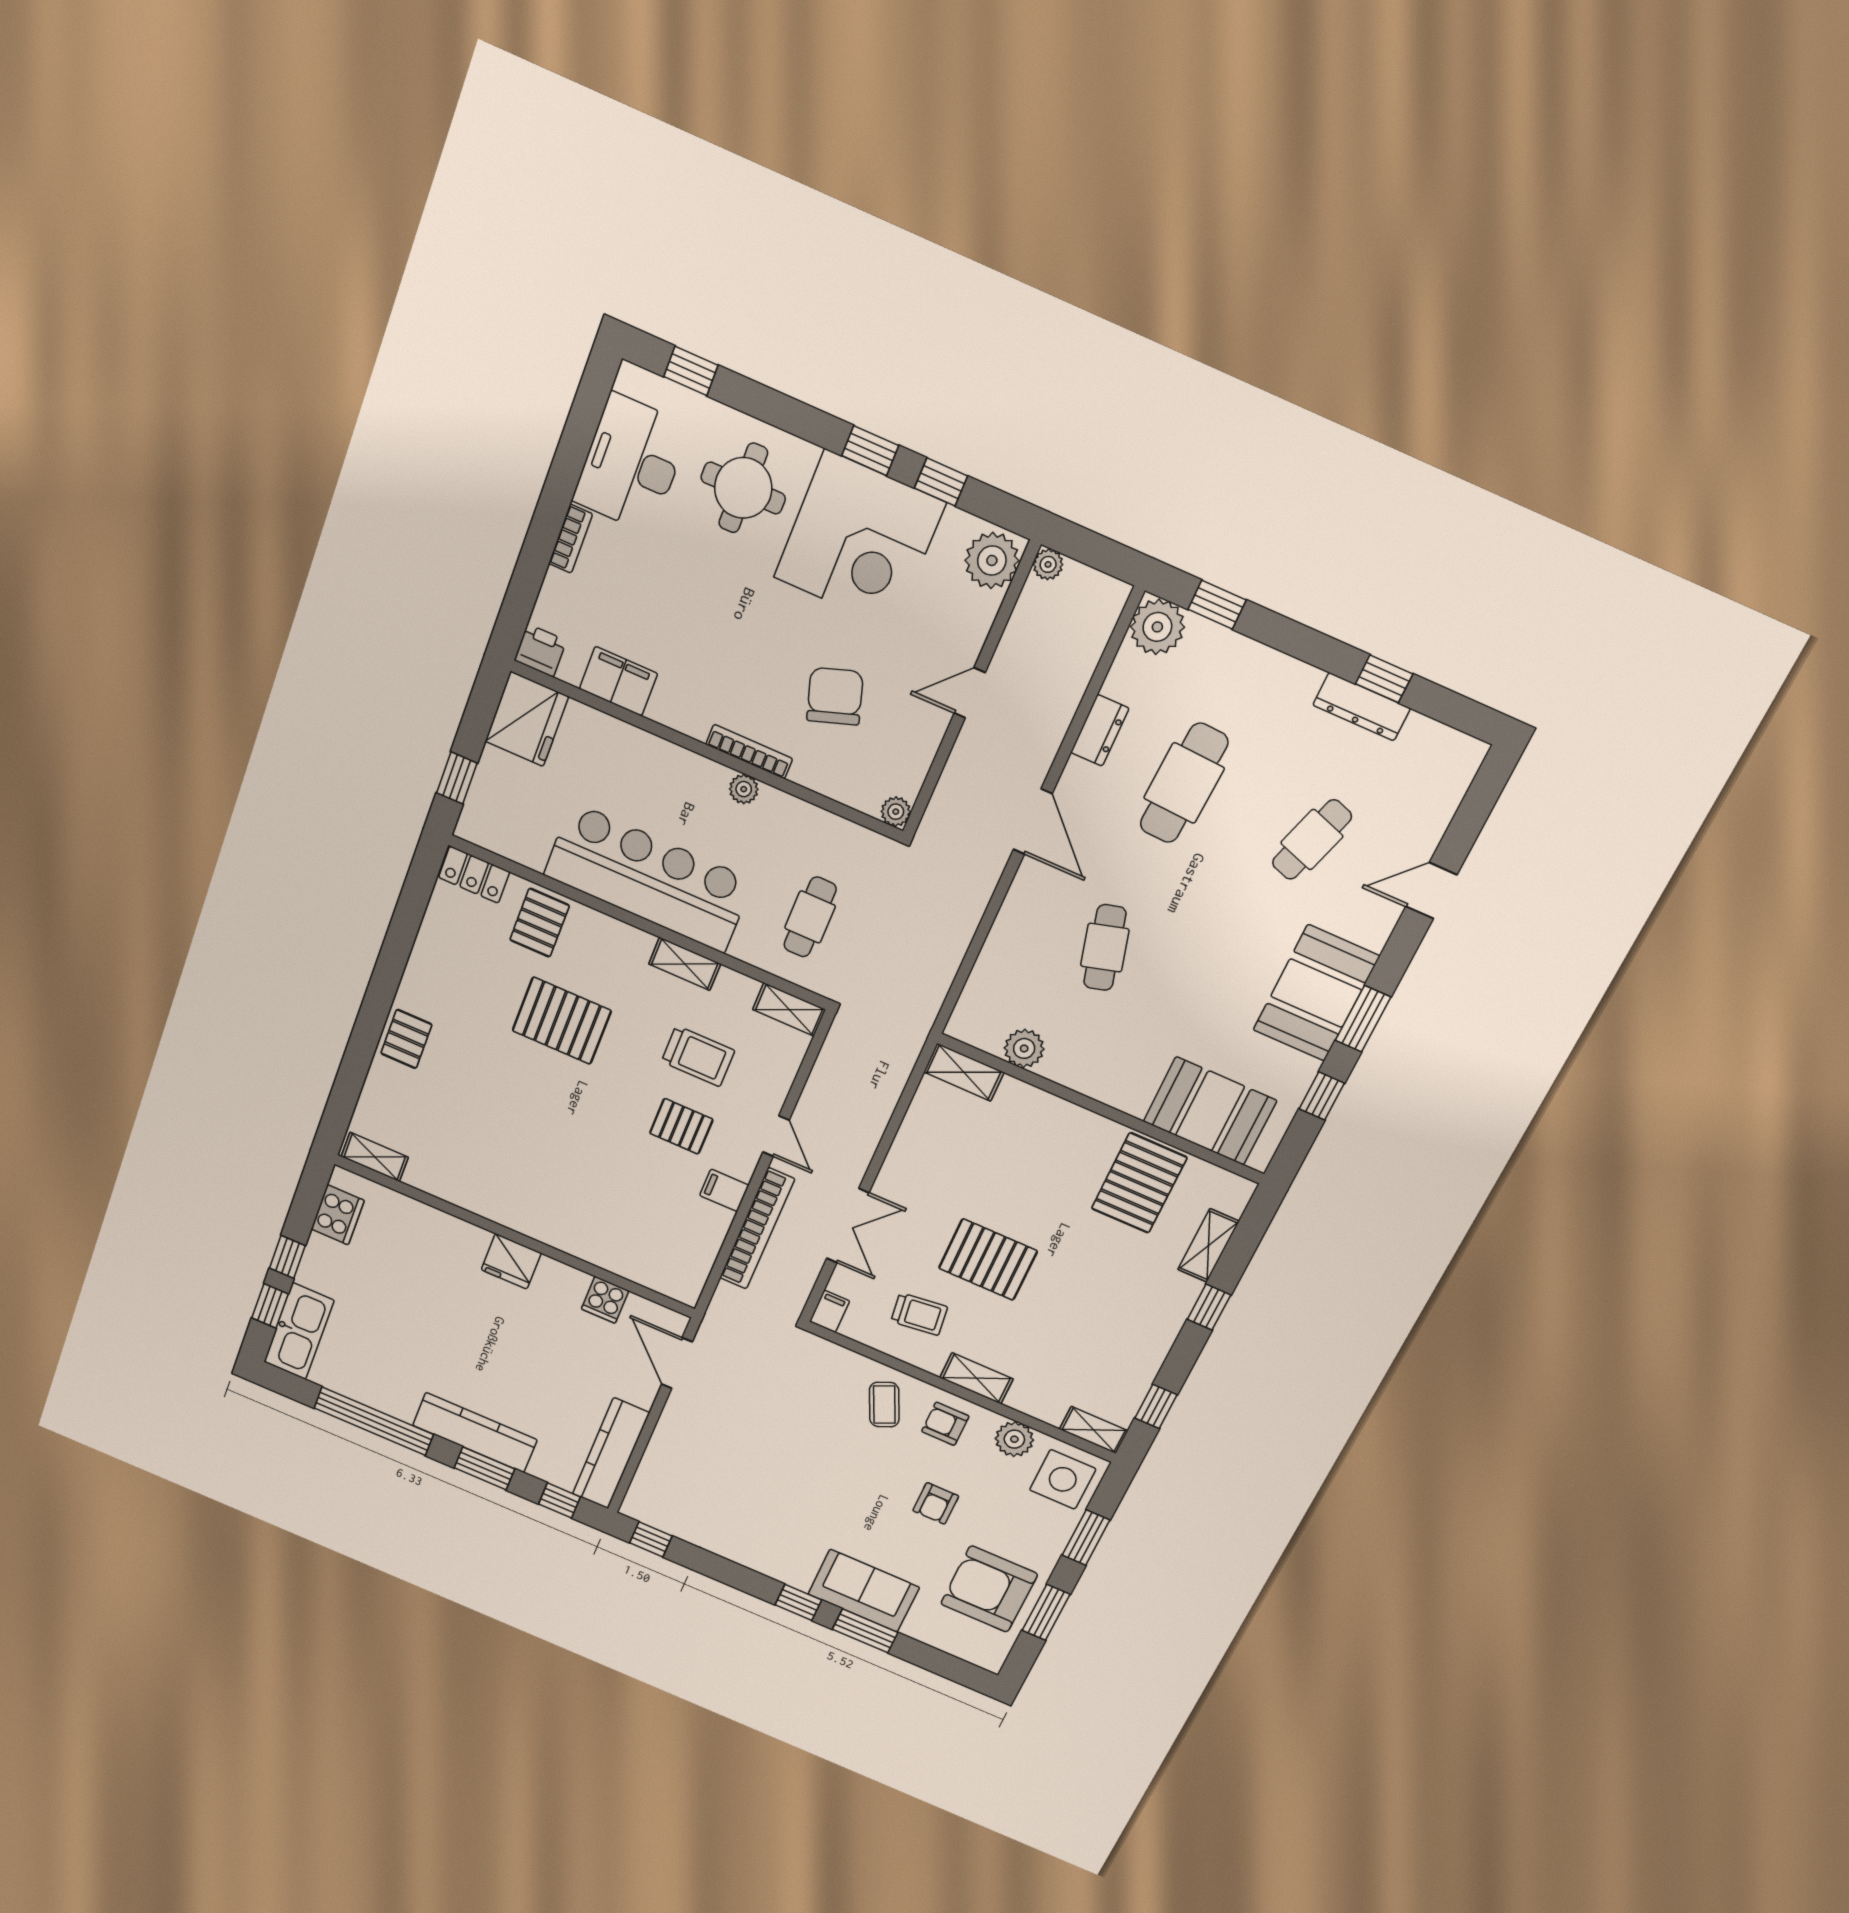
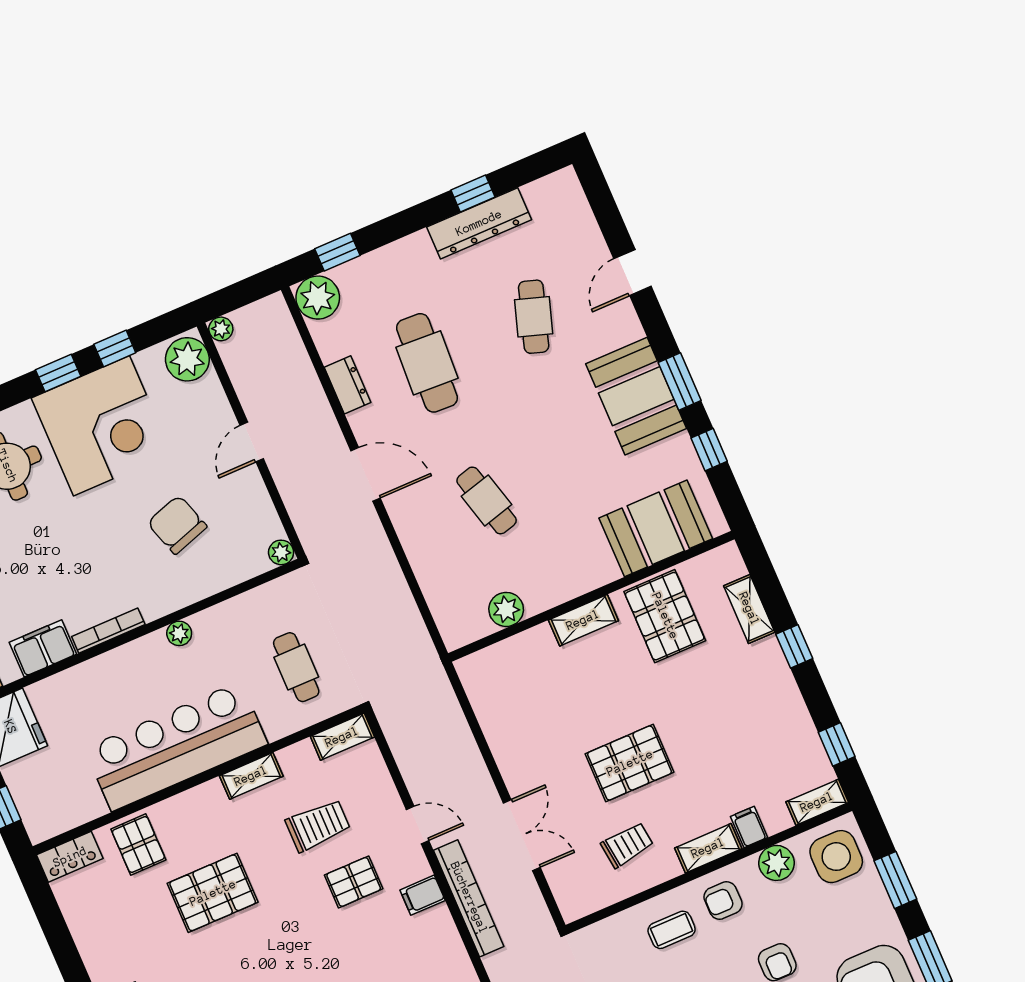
dresser: (1362, 707) -> (479, 223), width x1.37, depth x1.24
bookcase: (749, 751) -> (108, 631), moved
shelving: (964, 1072) -> (583, 620), moved
filing cabinet: (830, 1311) -> (749, 827), moved
coffee table: (884, 1405) -> (672, 930), turned -66

